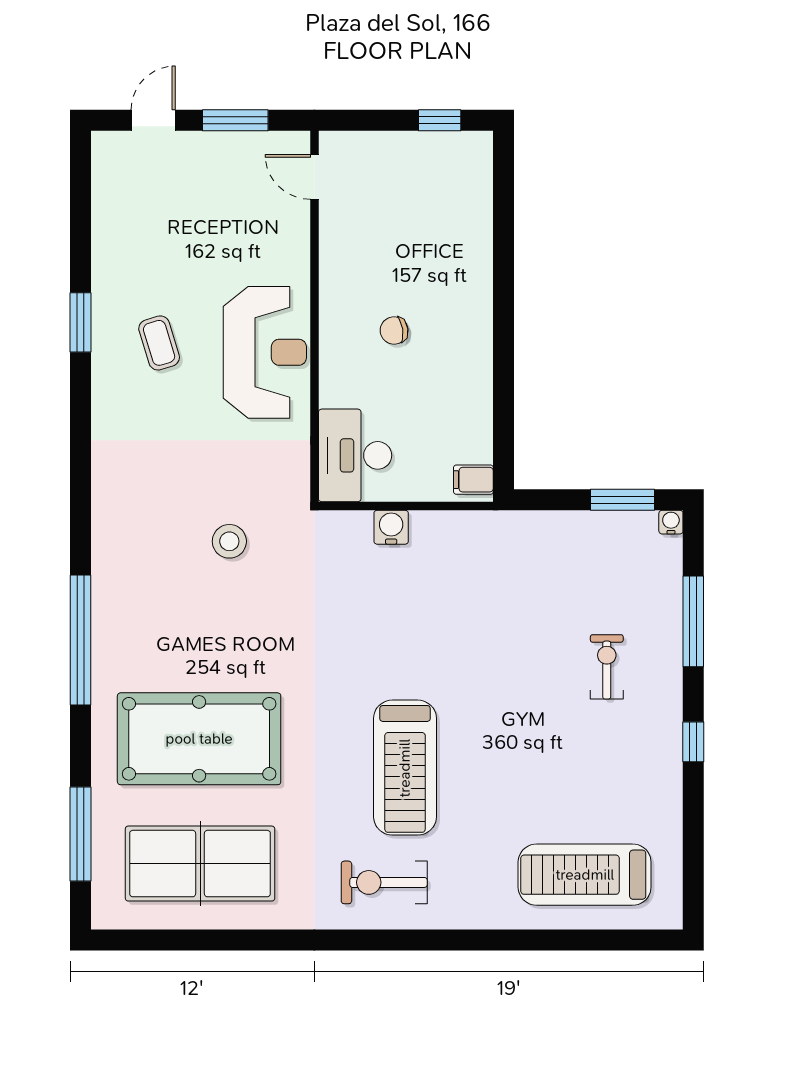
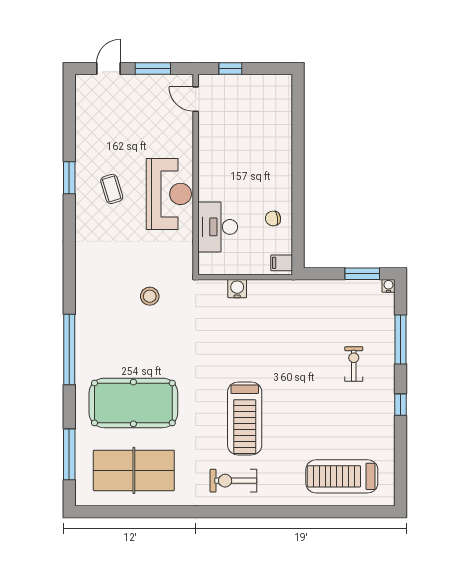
window: (440, 120) -> (230, 68), moved
chair: (394, 330) -> (273, 218), moved
desk: (355, 455) -> (218, 227), moved

